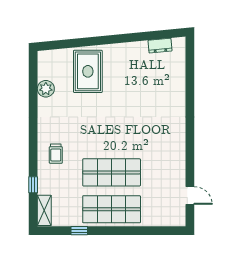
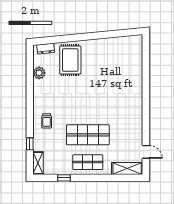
dresser: (160, 46) -> (46, 49), moved
shop shelf: (112, 209) -> (88, 162), width x0.70, depth x0.74
shelving: (165, 218) -> (127, 169), added

